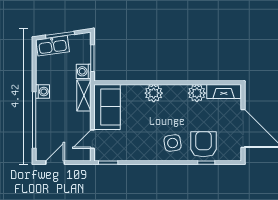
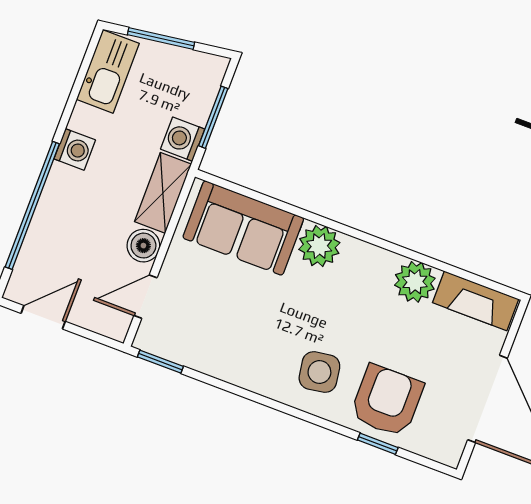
kitchen sink: (53, 46) -> (108, 71), moved, turned -82
sofa: (107, 107) -> (243, 228), moved, turned 90
boiler: (84, 119) -> (143, 246), added

